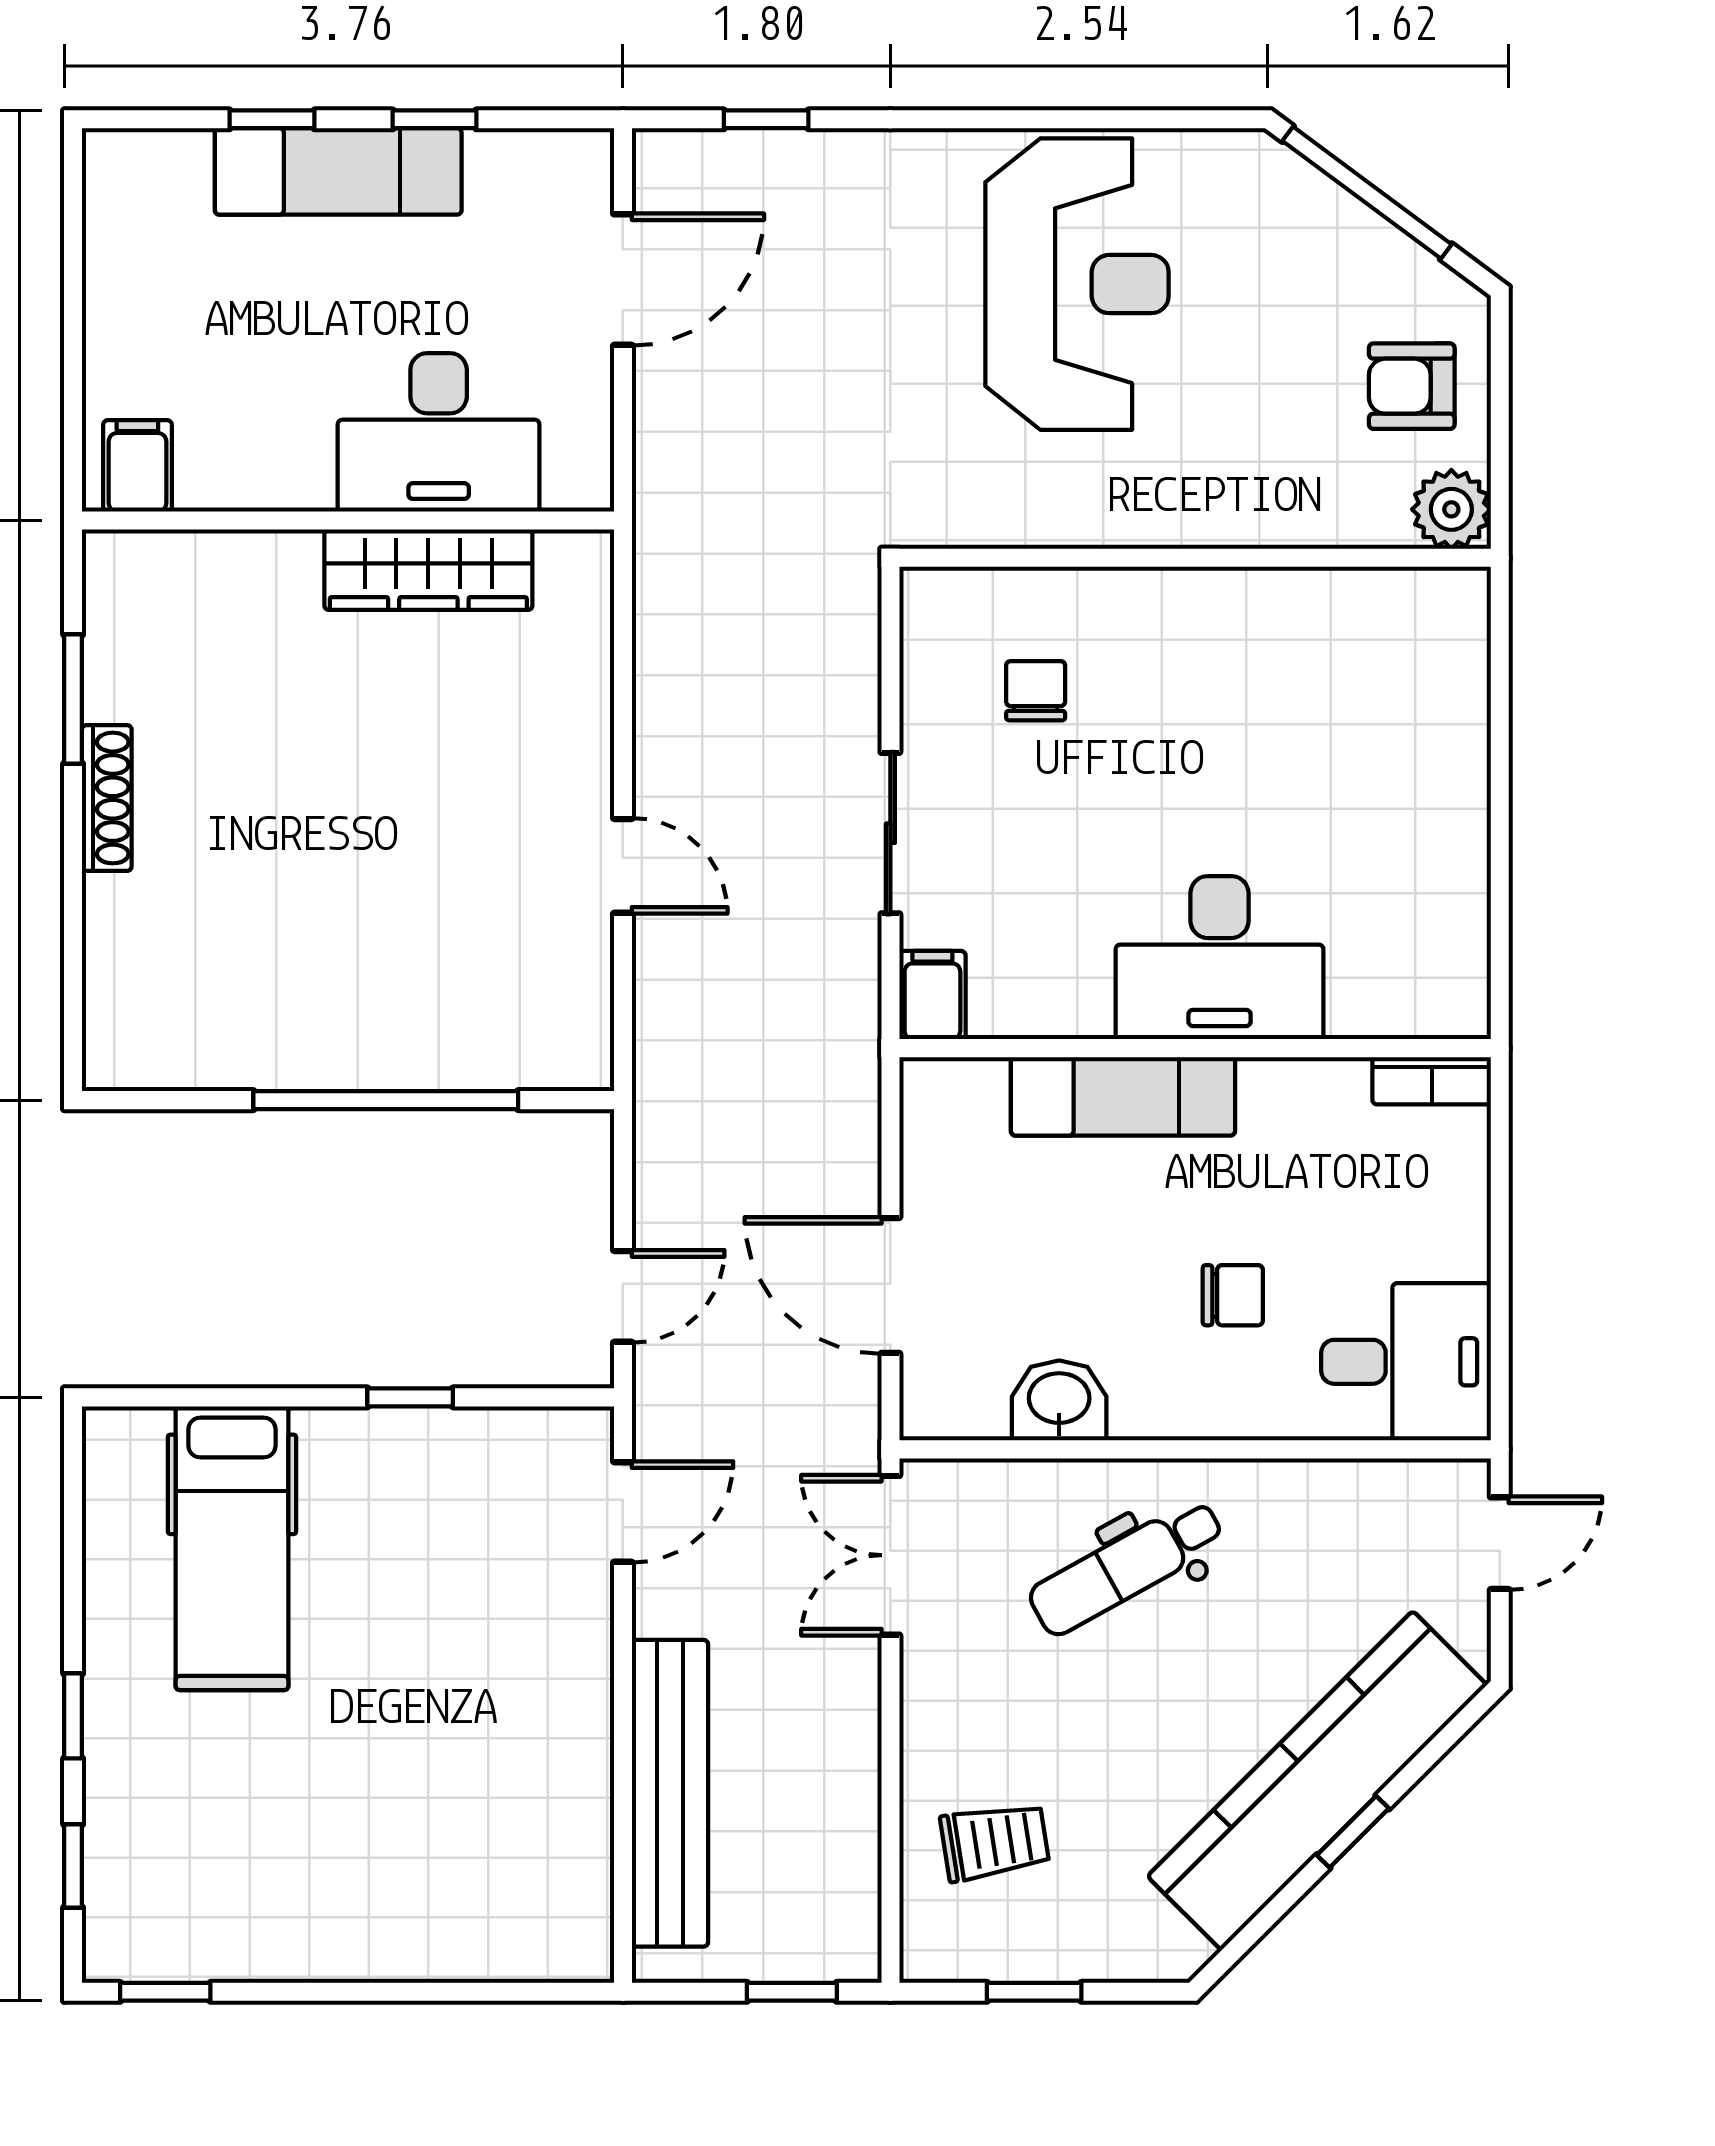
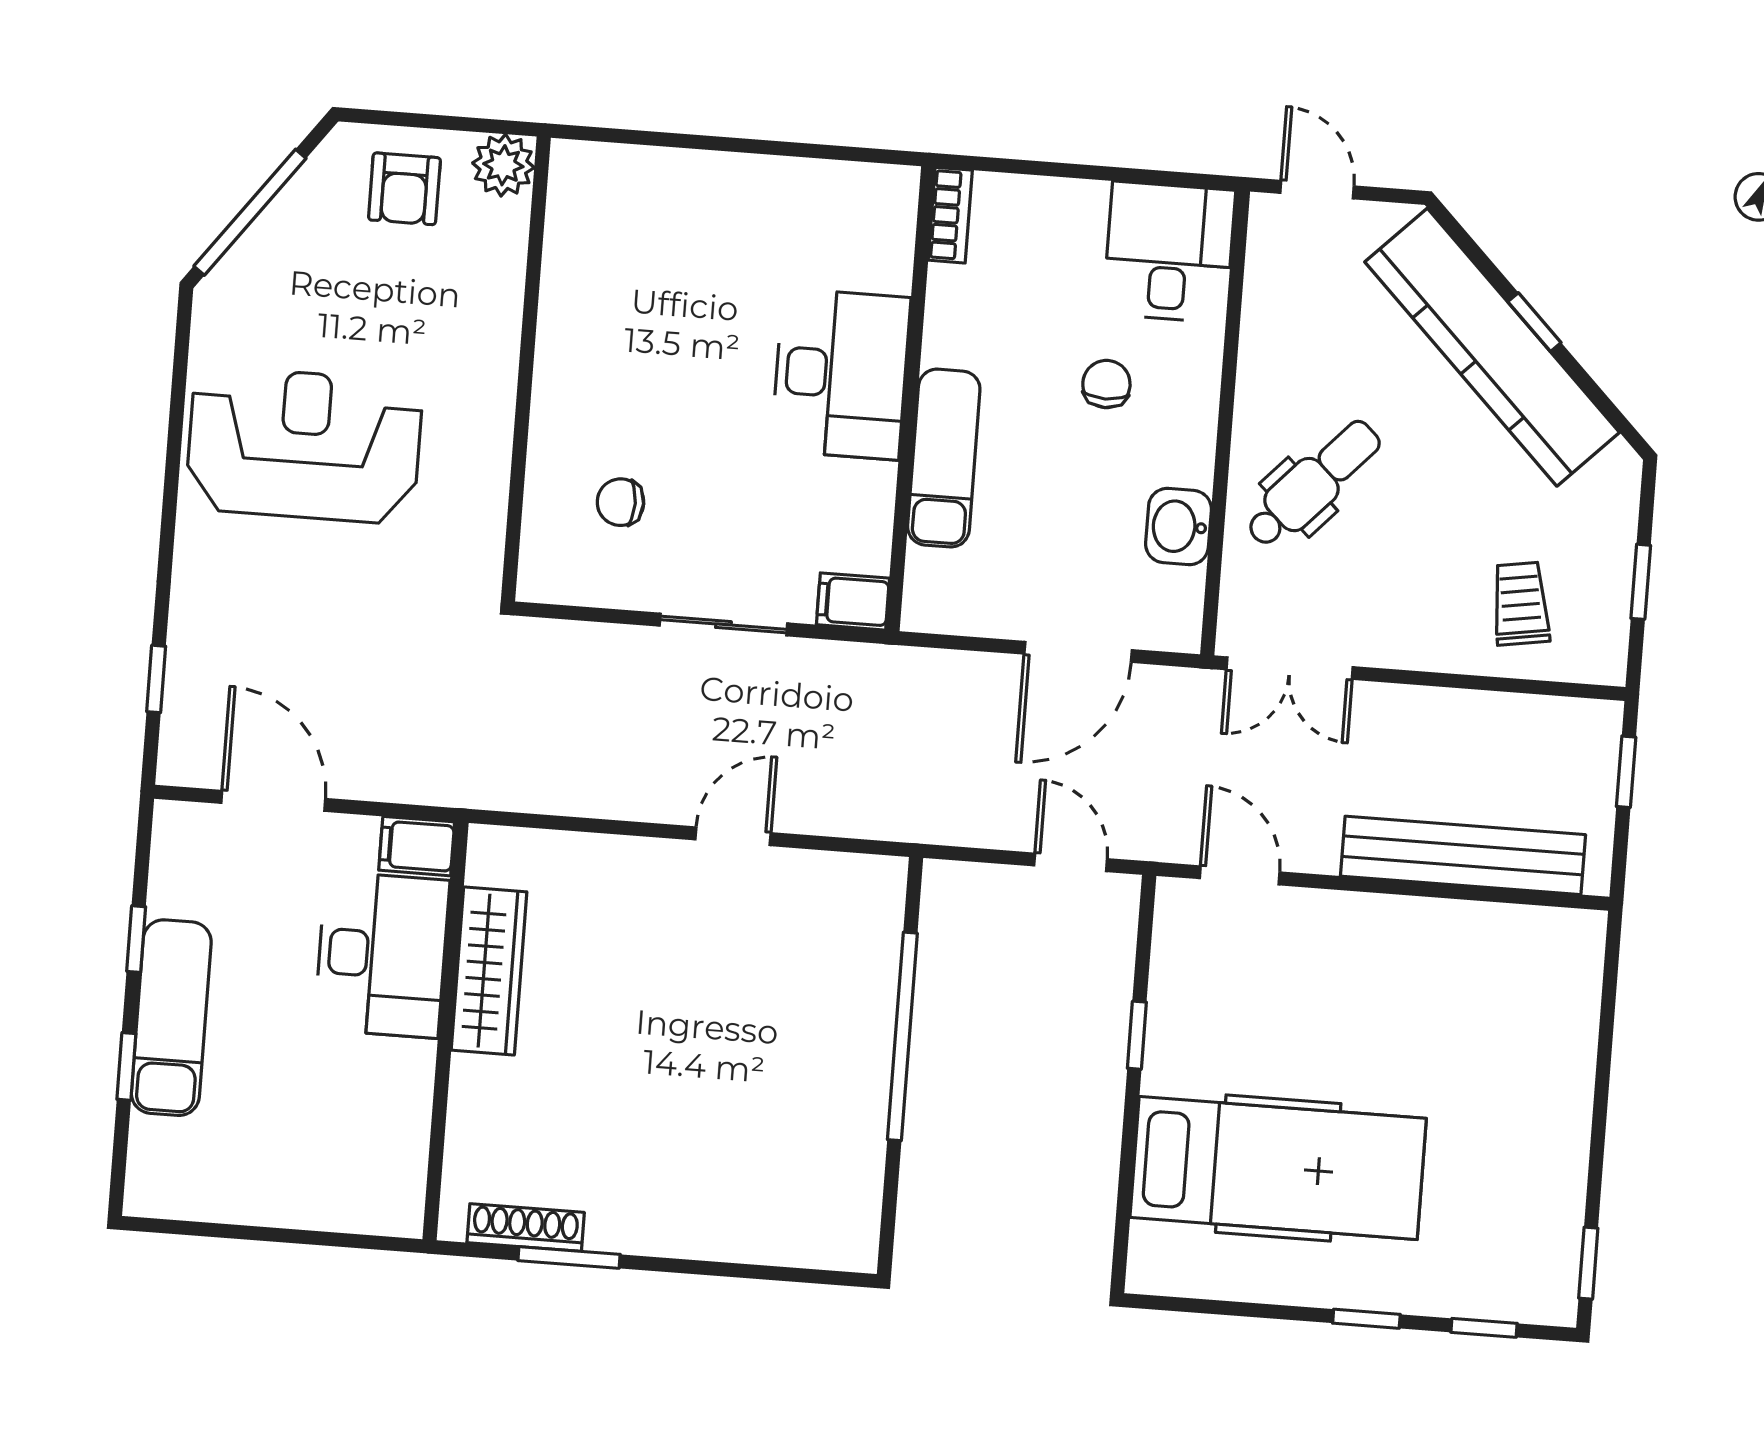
filing cabinet: (137, 466) -> (417, 846), moved
shoe rack: (107, 798) -> (526, 1227), moved
hospital bed: (232, 1548) -> (1278, 1168), width x1.37, depth x1.29
dental chair: (1126, 1567) -> (1313, 484), turned -108

